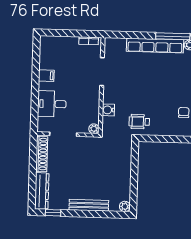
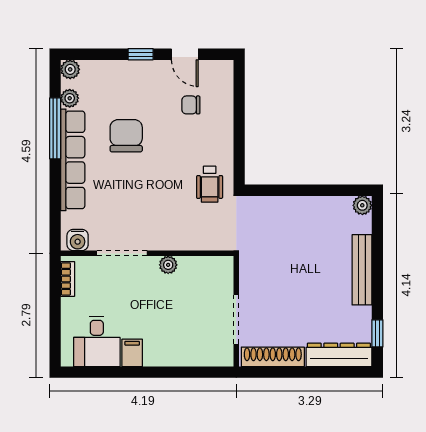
chair: (168, 76) -> (126, 136), added
desk: (52, 104) -> (97, 341), moved
water cooler: (108, 110) -> (78, 240), moved
plant: (94, 129) -> (168, 265), moved

